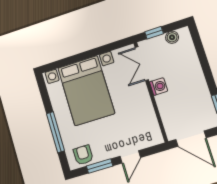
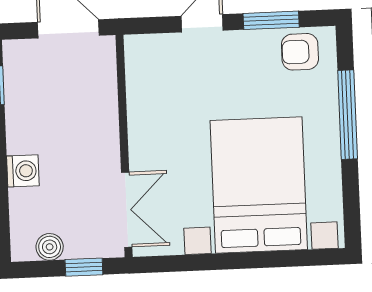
washing machine: (159, 86) -> (23, 171), moved, turned 180
armchair: (83, 155) -> (300, 52), turned 90

